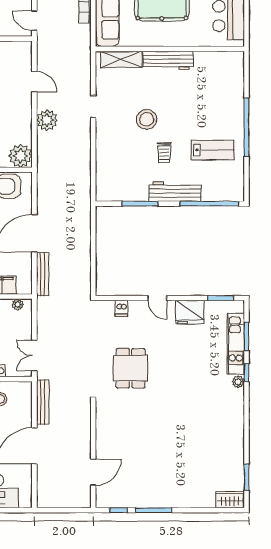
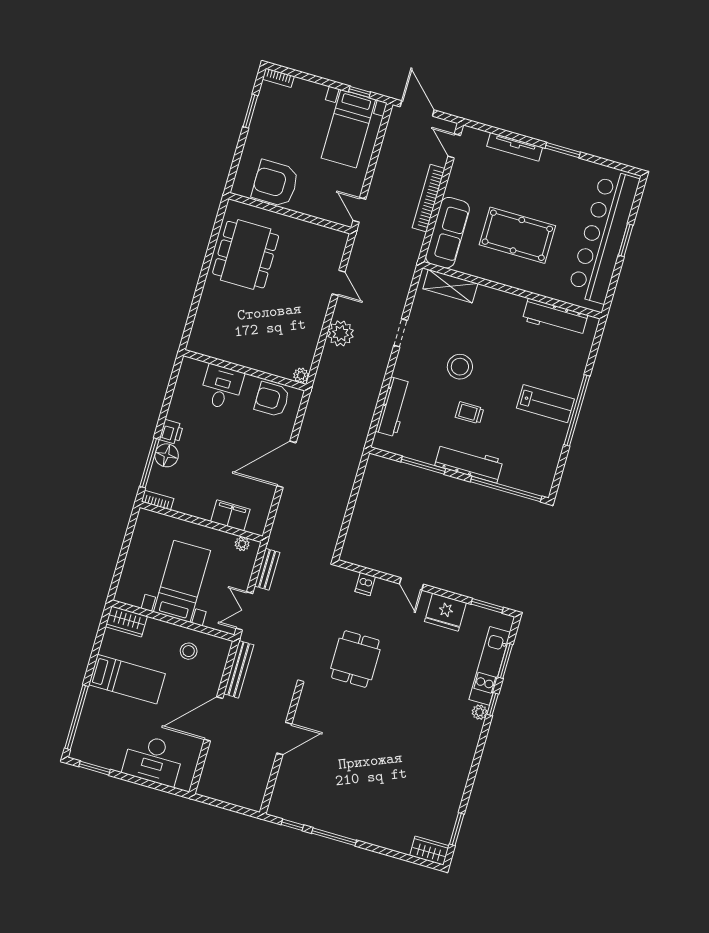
workbench: (168, 60) -> (555, 318), moved
lab bench: (213, 150) -> (545, 404), moved
trolley: (164, 153) -> (470, 413), turned 90
plant: (20, 156) -> (301, 375), width x0.53, depth x0.53
workbench: (104, 165) -> (393, 407), added
bench: (43, 274) -> (267, 569), moved, width x0.73
door: (93, 472) -> (284, 738), moved

